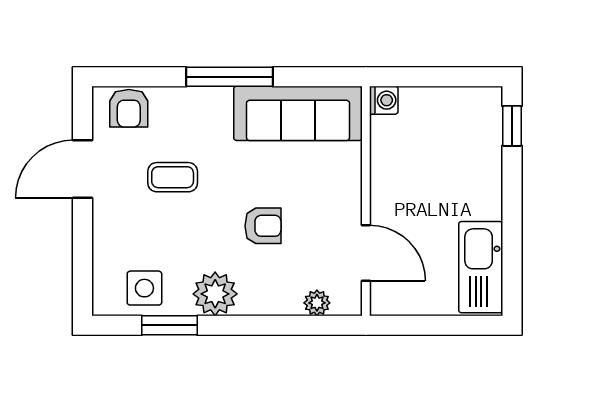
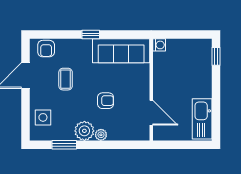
window: (229, 77) -> (91, 35), width x0.46
coffee table: (173, 177) -> (66, 79), turned 90
side table: (144, 288) -> (43, 117), moved
plant: (317, 303) -> (101, 135), moved

